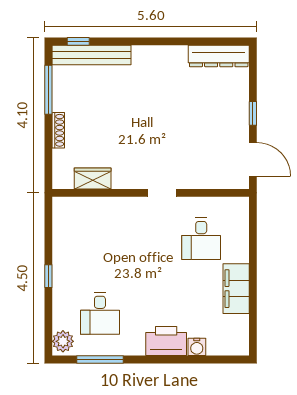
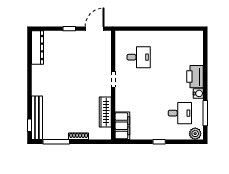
wardrobe: (93, 178) -> (105, 112), width x1.50
filing cabinet: (236, 289) -> (122, 126), moved, turned -90
water cooler: (197, 347) -> (198, 93), moved

